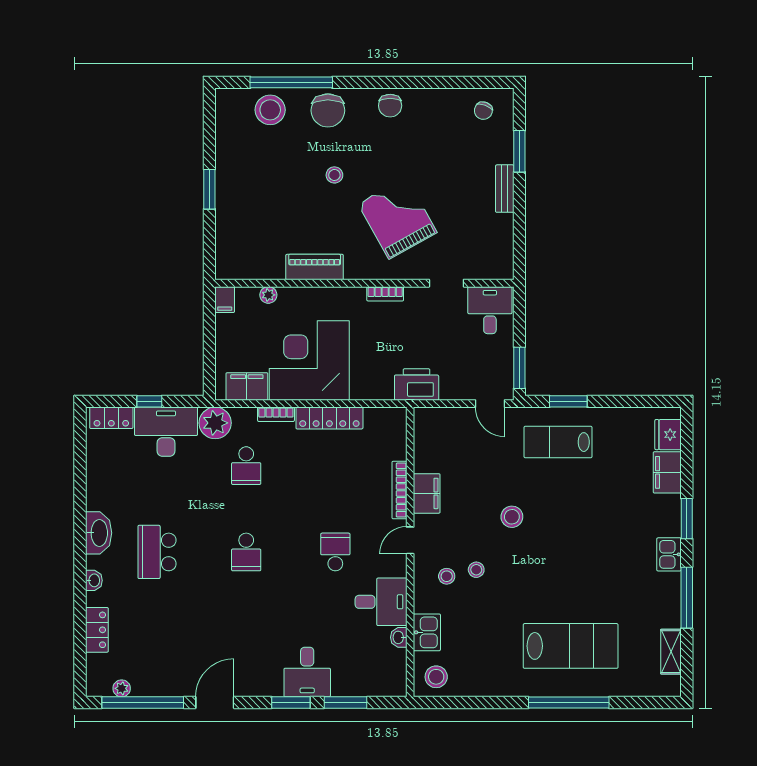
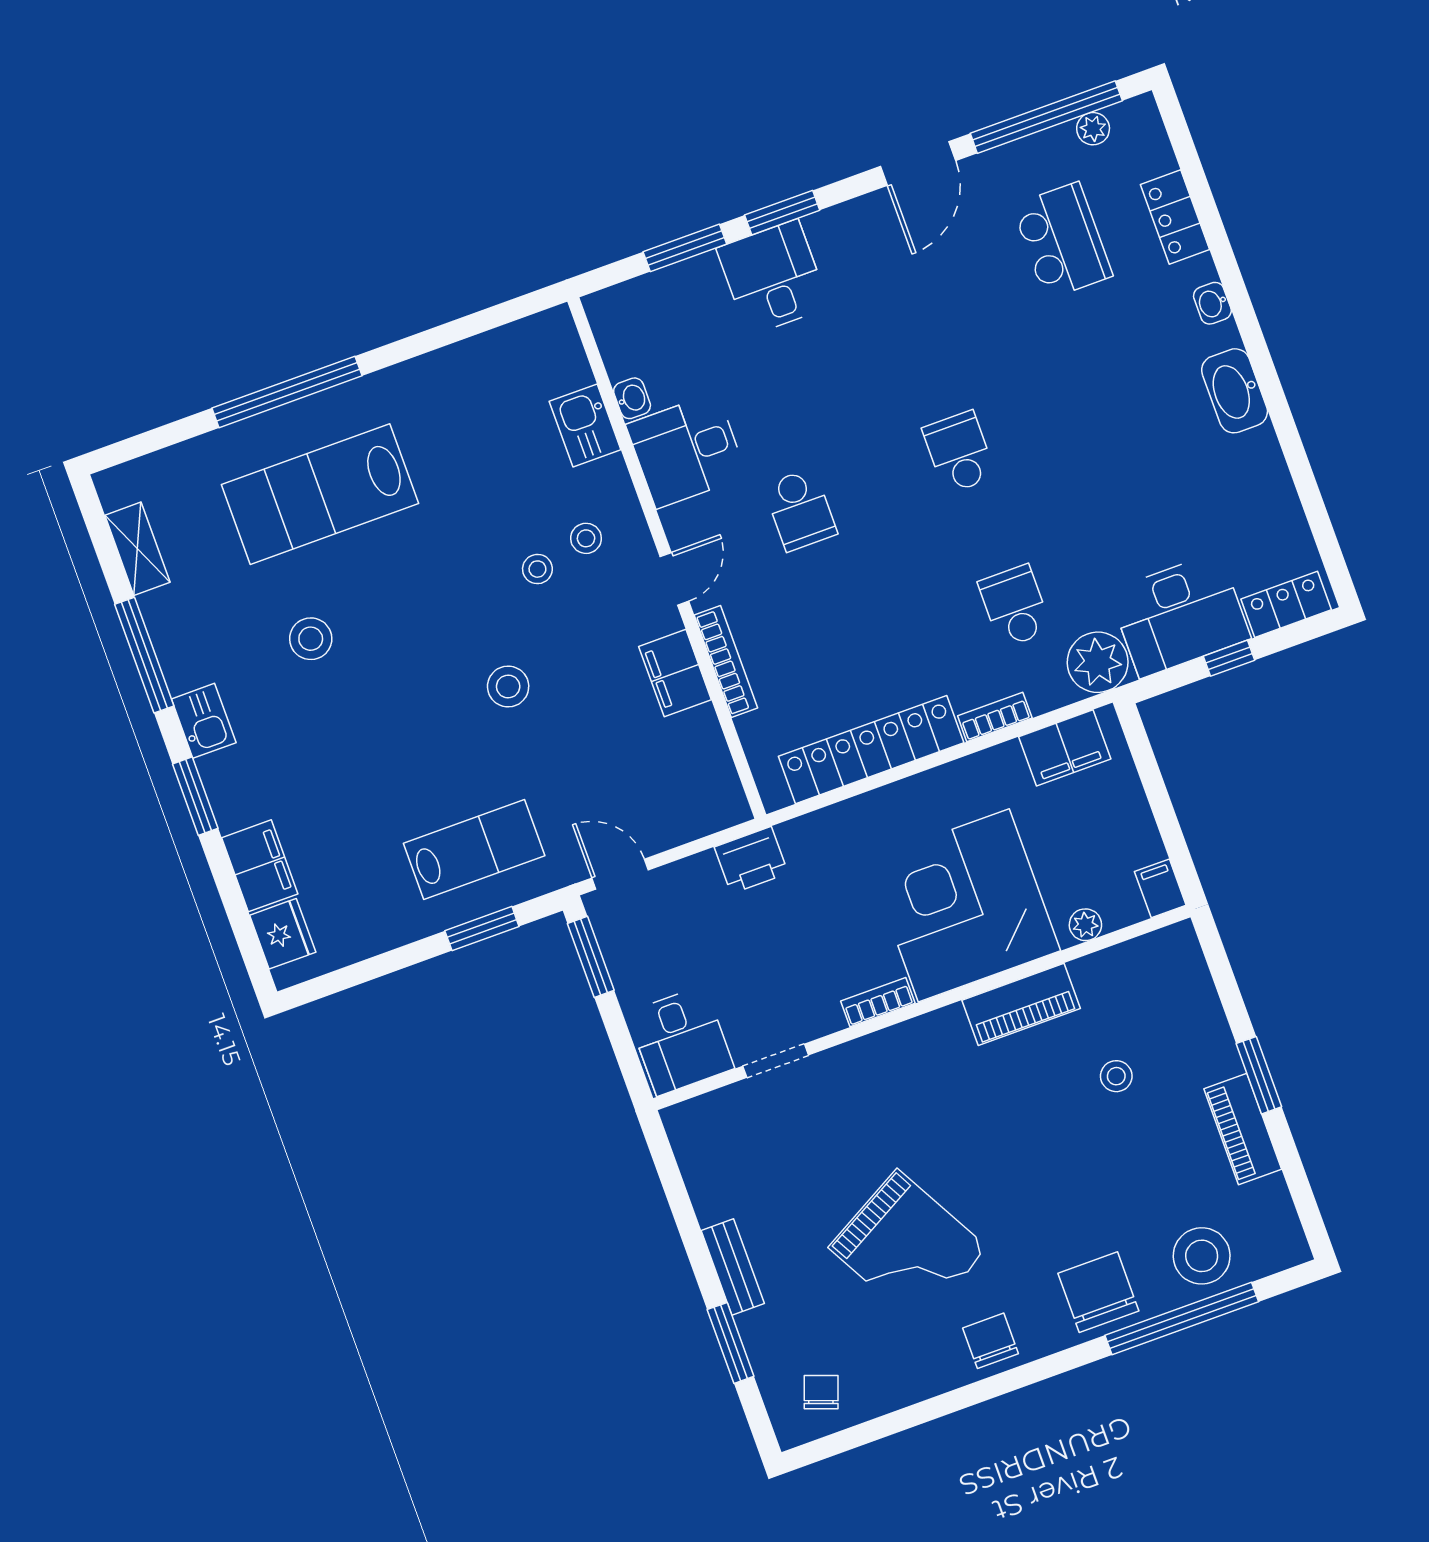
piano: (227, 165) -> (1243, 1129), added
stool: (334, 175) -> (1116, 1076), moved
grand piano: (398, 218) -> (908, 1248), moved
corner desk: (309, 360) -> (964, 905), moved, turned 180
printer: (417, 384) -> (751, 860), width x0.73, depth x0.84
locker: (329, 418) -> (871, 750), width x1.41, depth x1.21
school desk: (157, 552) -> (1062, 241), moved
stool: (436, 677) -> (311, 639), moved

